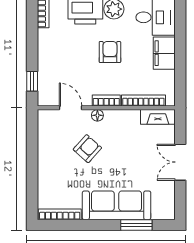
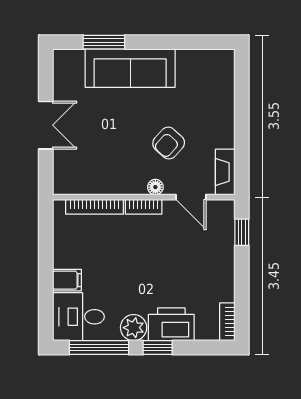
armchair: (110, 52) -> (139, 271), removed
filing cabinet: (164, 53) -> (67, 280), width x0.50
fireplace: (158, 117) -> (225, 172), moved, turned -90
bookcase: (60, 214) -> (205, 56), removed

